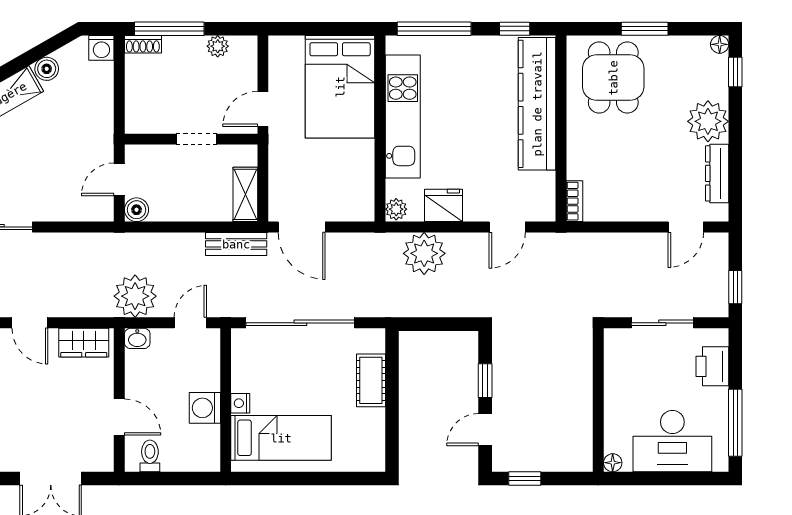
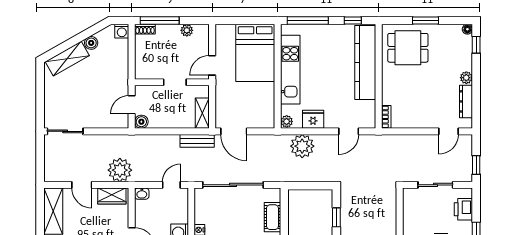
dining table: (613, 78) -> (408, 48), turned 90
plant: (708, 121) -> (466, 78), width x0.53, depth x0.53
plant: (135, 296) -> (120, 170), moved

